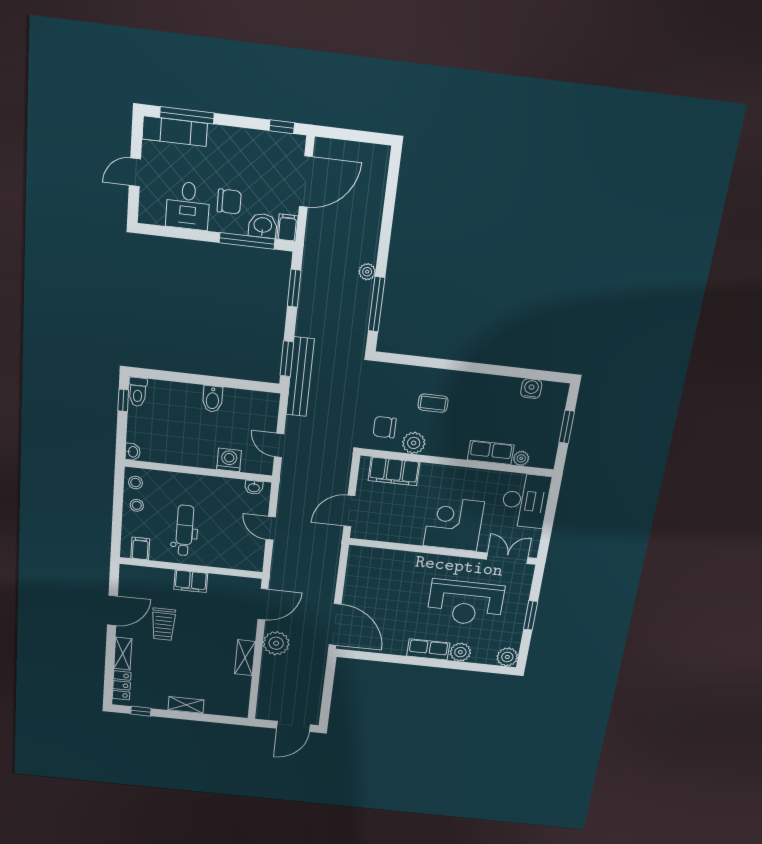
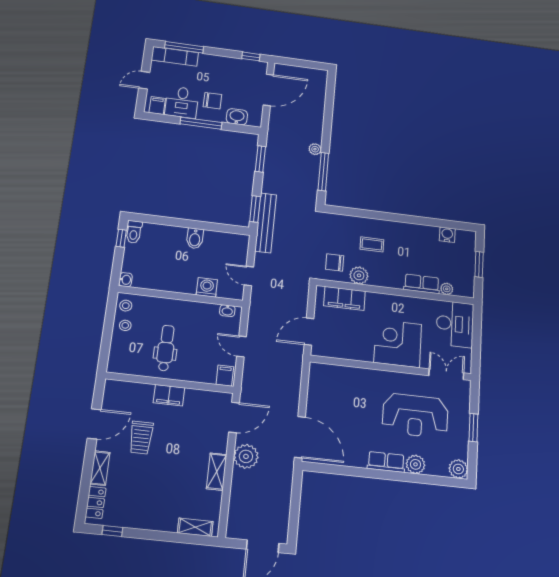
filing cabinet: (287, 228) -> (157, 106), moved
window: (247, 241) -> (201, 123), moved
filing cabinet: (140, 548) -> (225, 376), moved
shelving: (186, 705) -> (195, 527), moved

